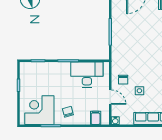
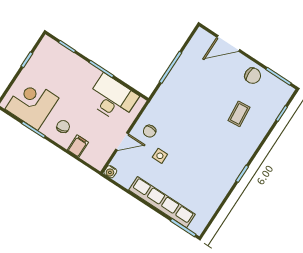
door: (110, 97) -> (122, 141), hinge flipped
filing cabinet: (96, 118) -> (78, 146), moved

